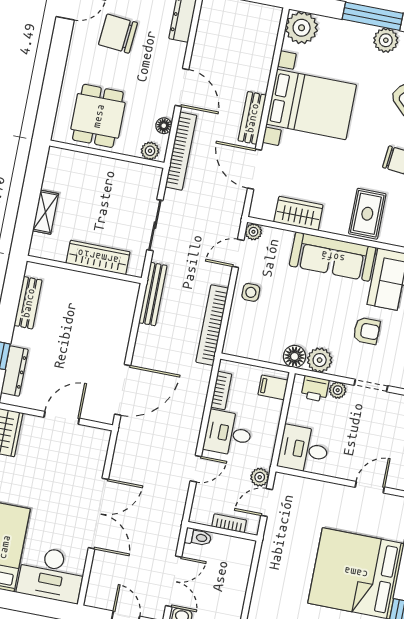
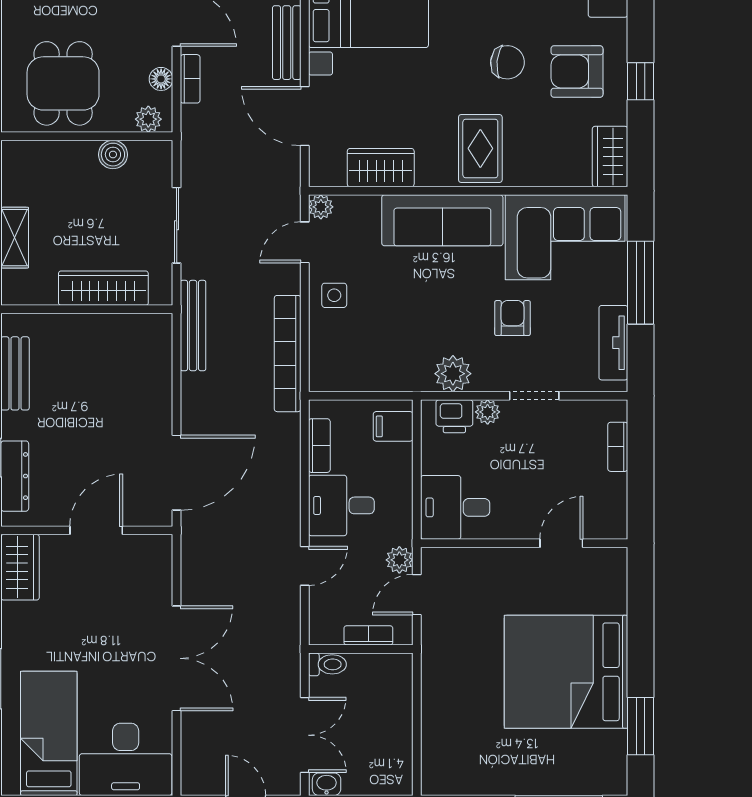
bookcase: (181, 151) -> (190, 79), width x0.43, depth x0.76
boiler: (122, 170) -> (113, 155), added
armchair: (367, 331) -> (512, 318), turned -90
floor lamp: (295, 356) -> (416, 376), removed

